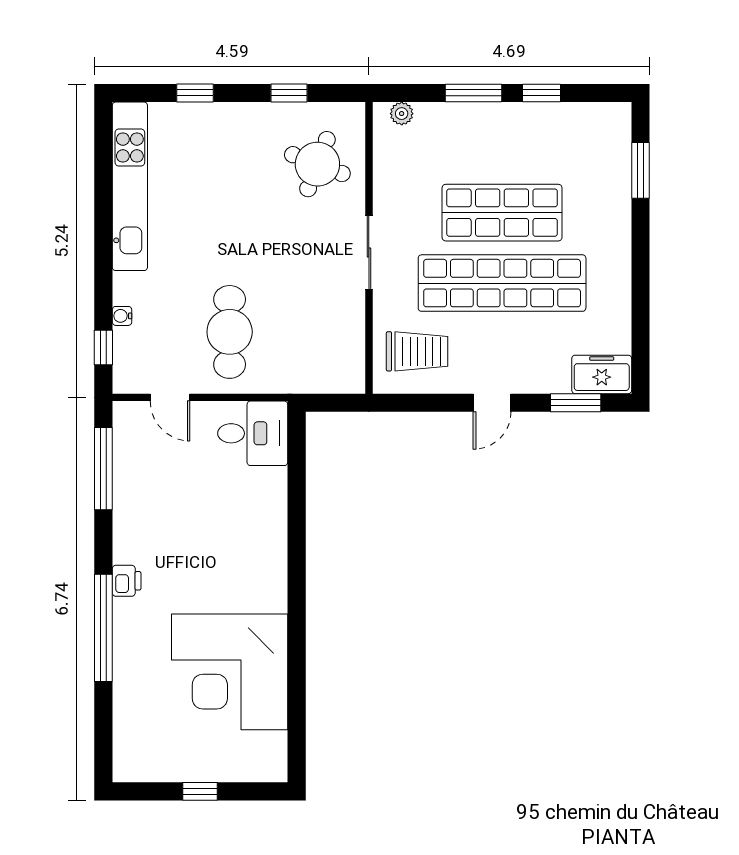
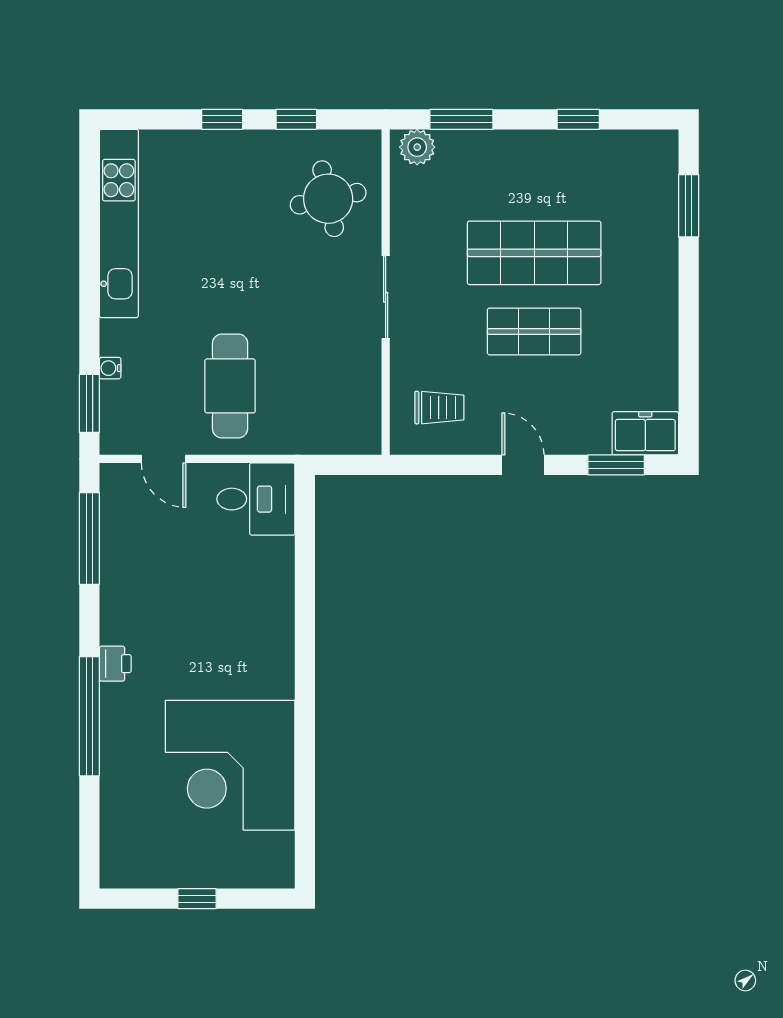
window: (195, 93) -> (222, 119), moved
window: (474, 93) -> (461, 119), moved
plant: (402, 114) -> (417, 147), width x1.38, depth x1.38
round table: (317, 164) -> (328, 199), turned -33
shop shelf: (502, 283) -> (534, 331), width x0.50, depth x0.74
window: (103, 348) -> (89, 403), width x1.50
trolley: (417, 351) -> (439, 408), width x0.73, depth x0.72
door: (492, 403) -> (523, 465), swing flipped

